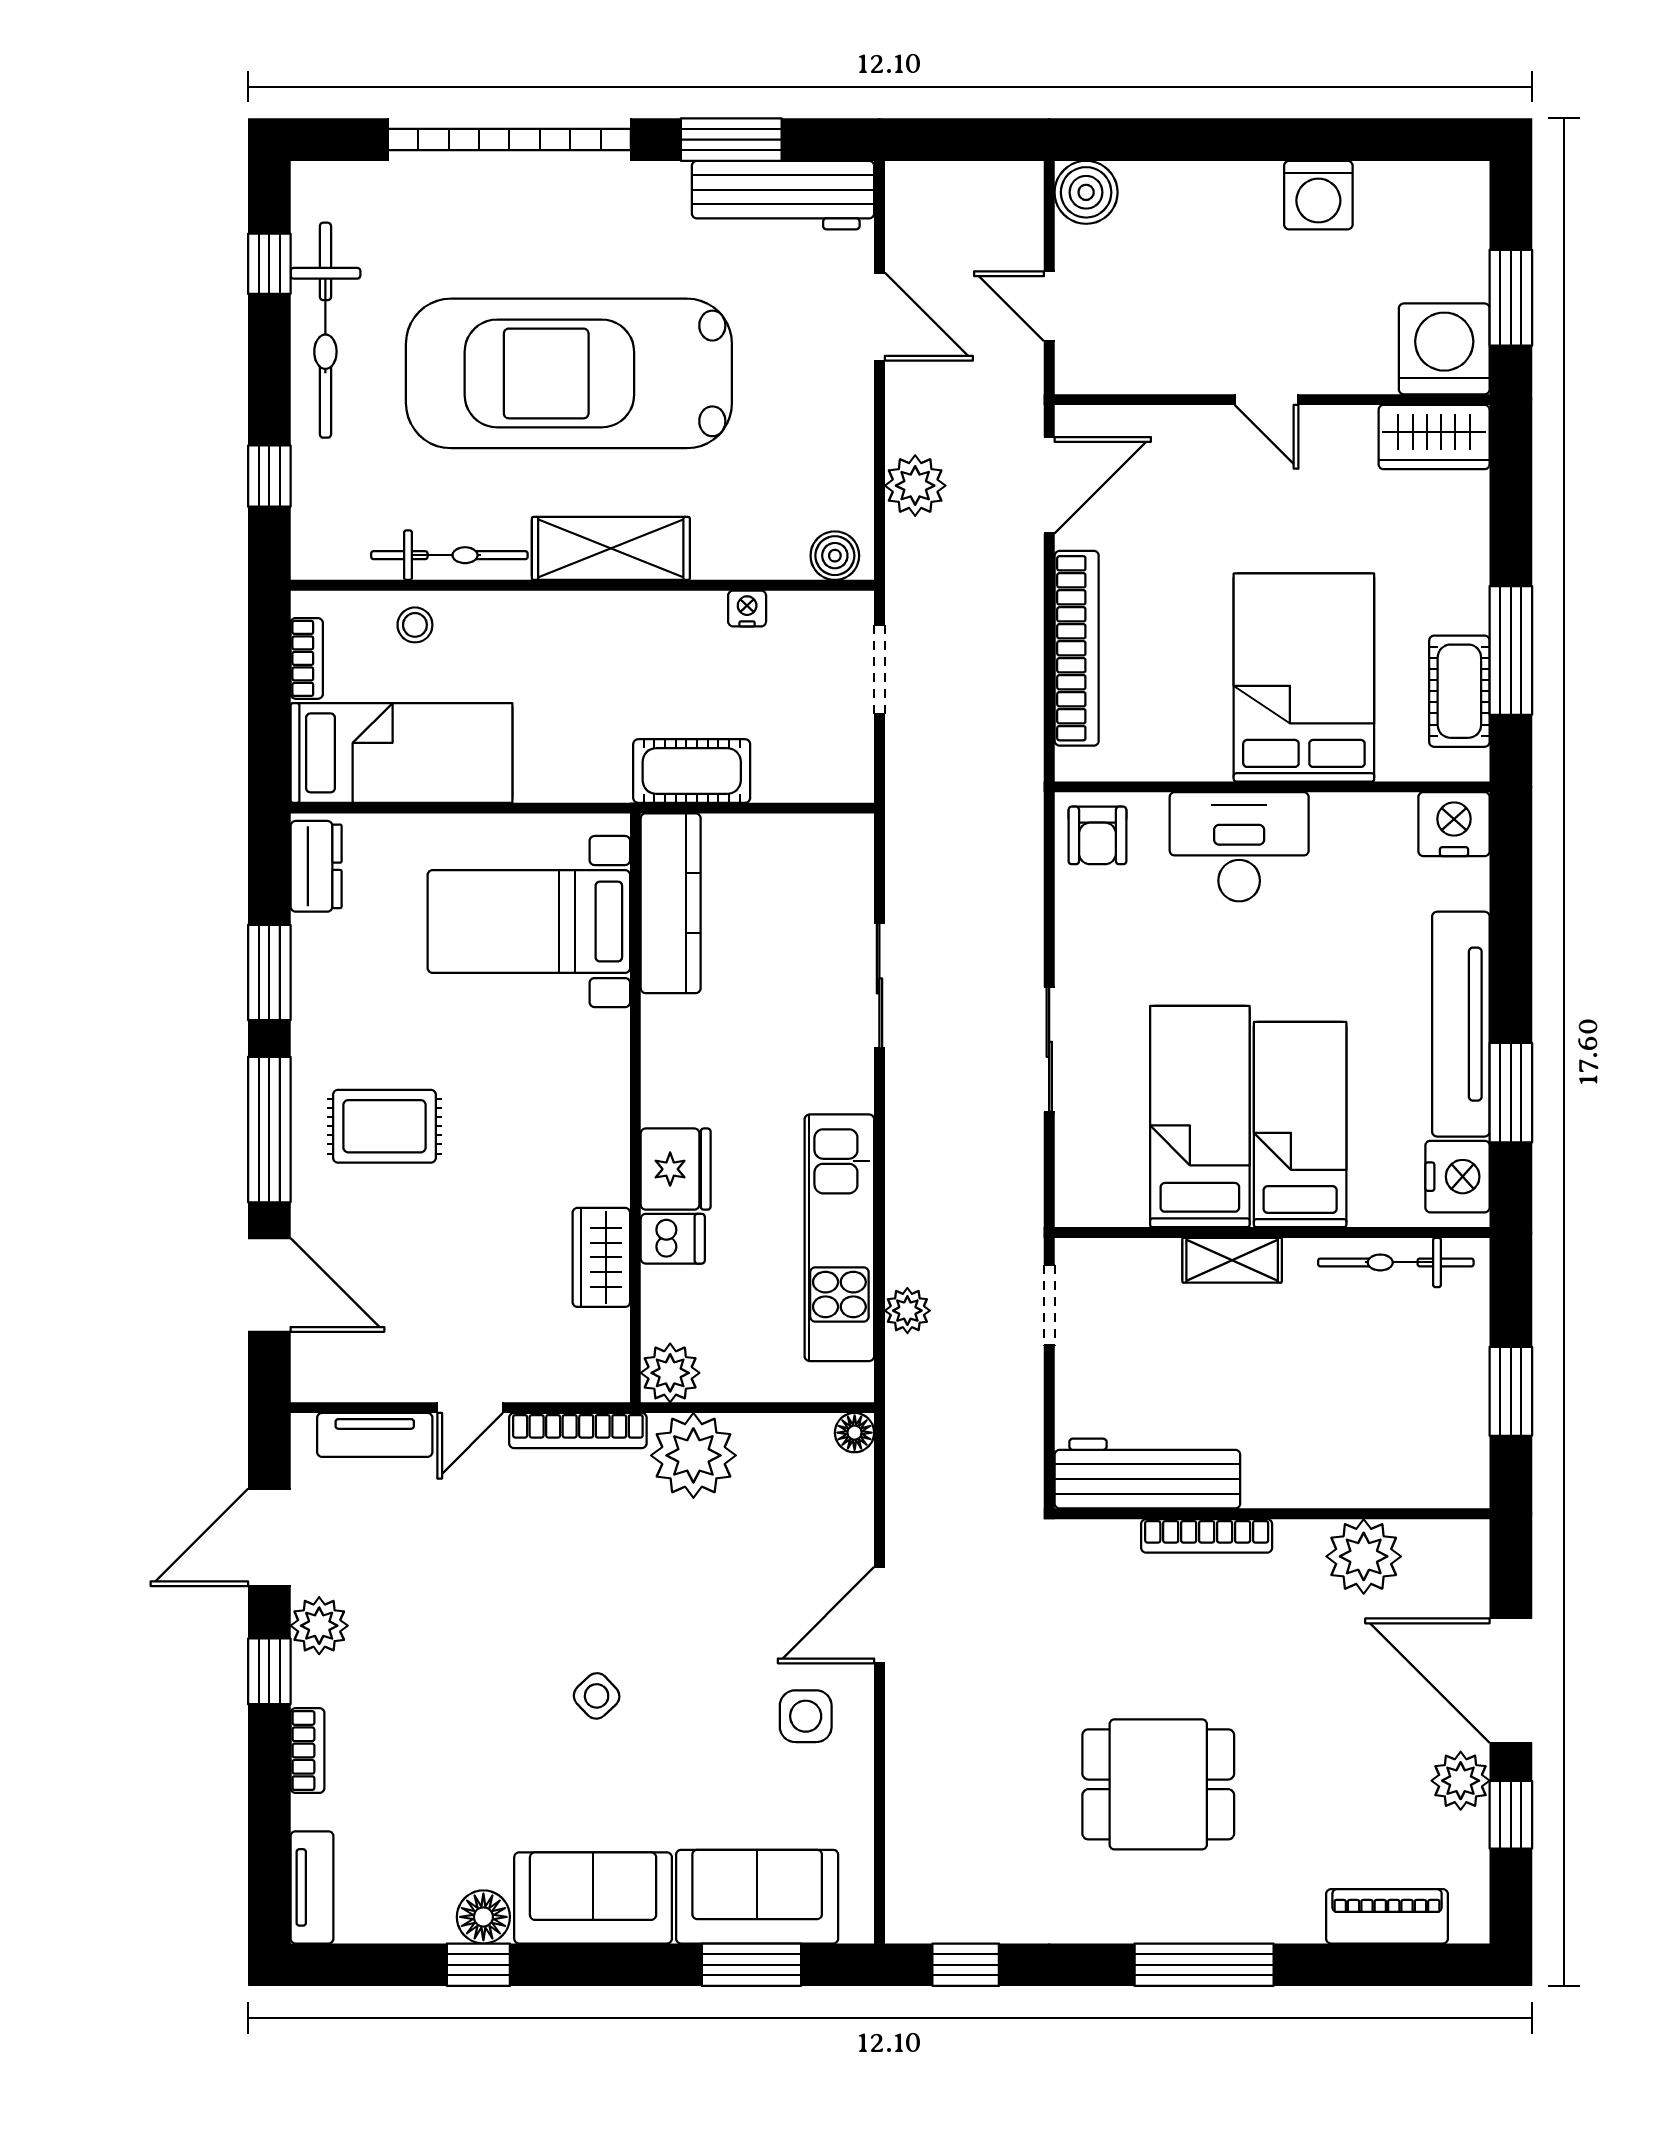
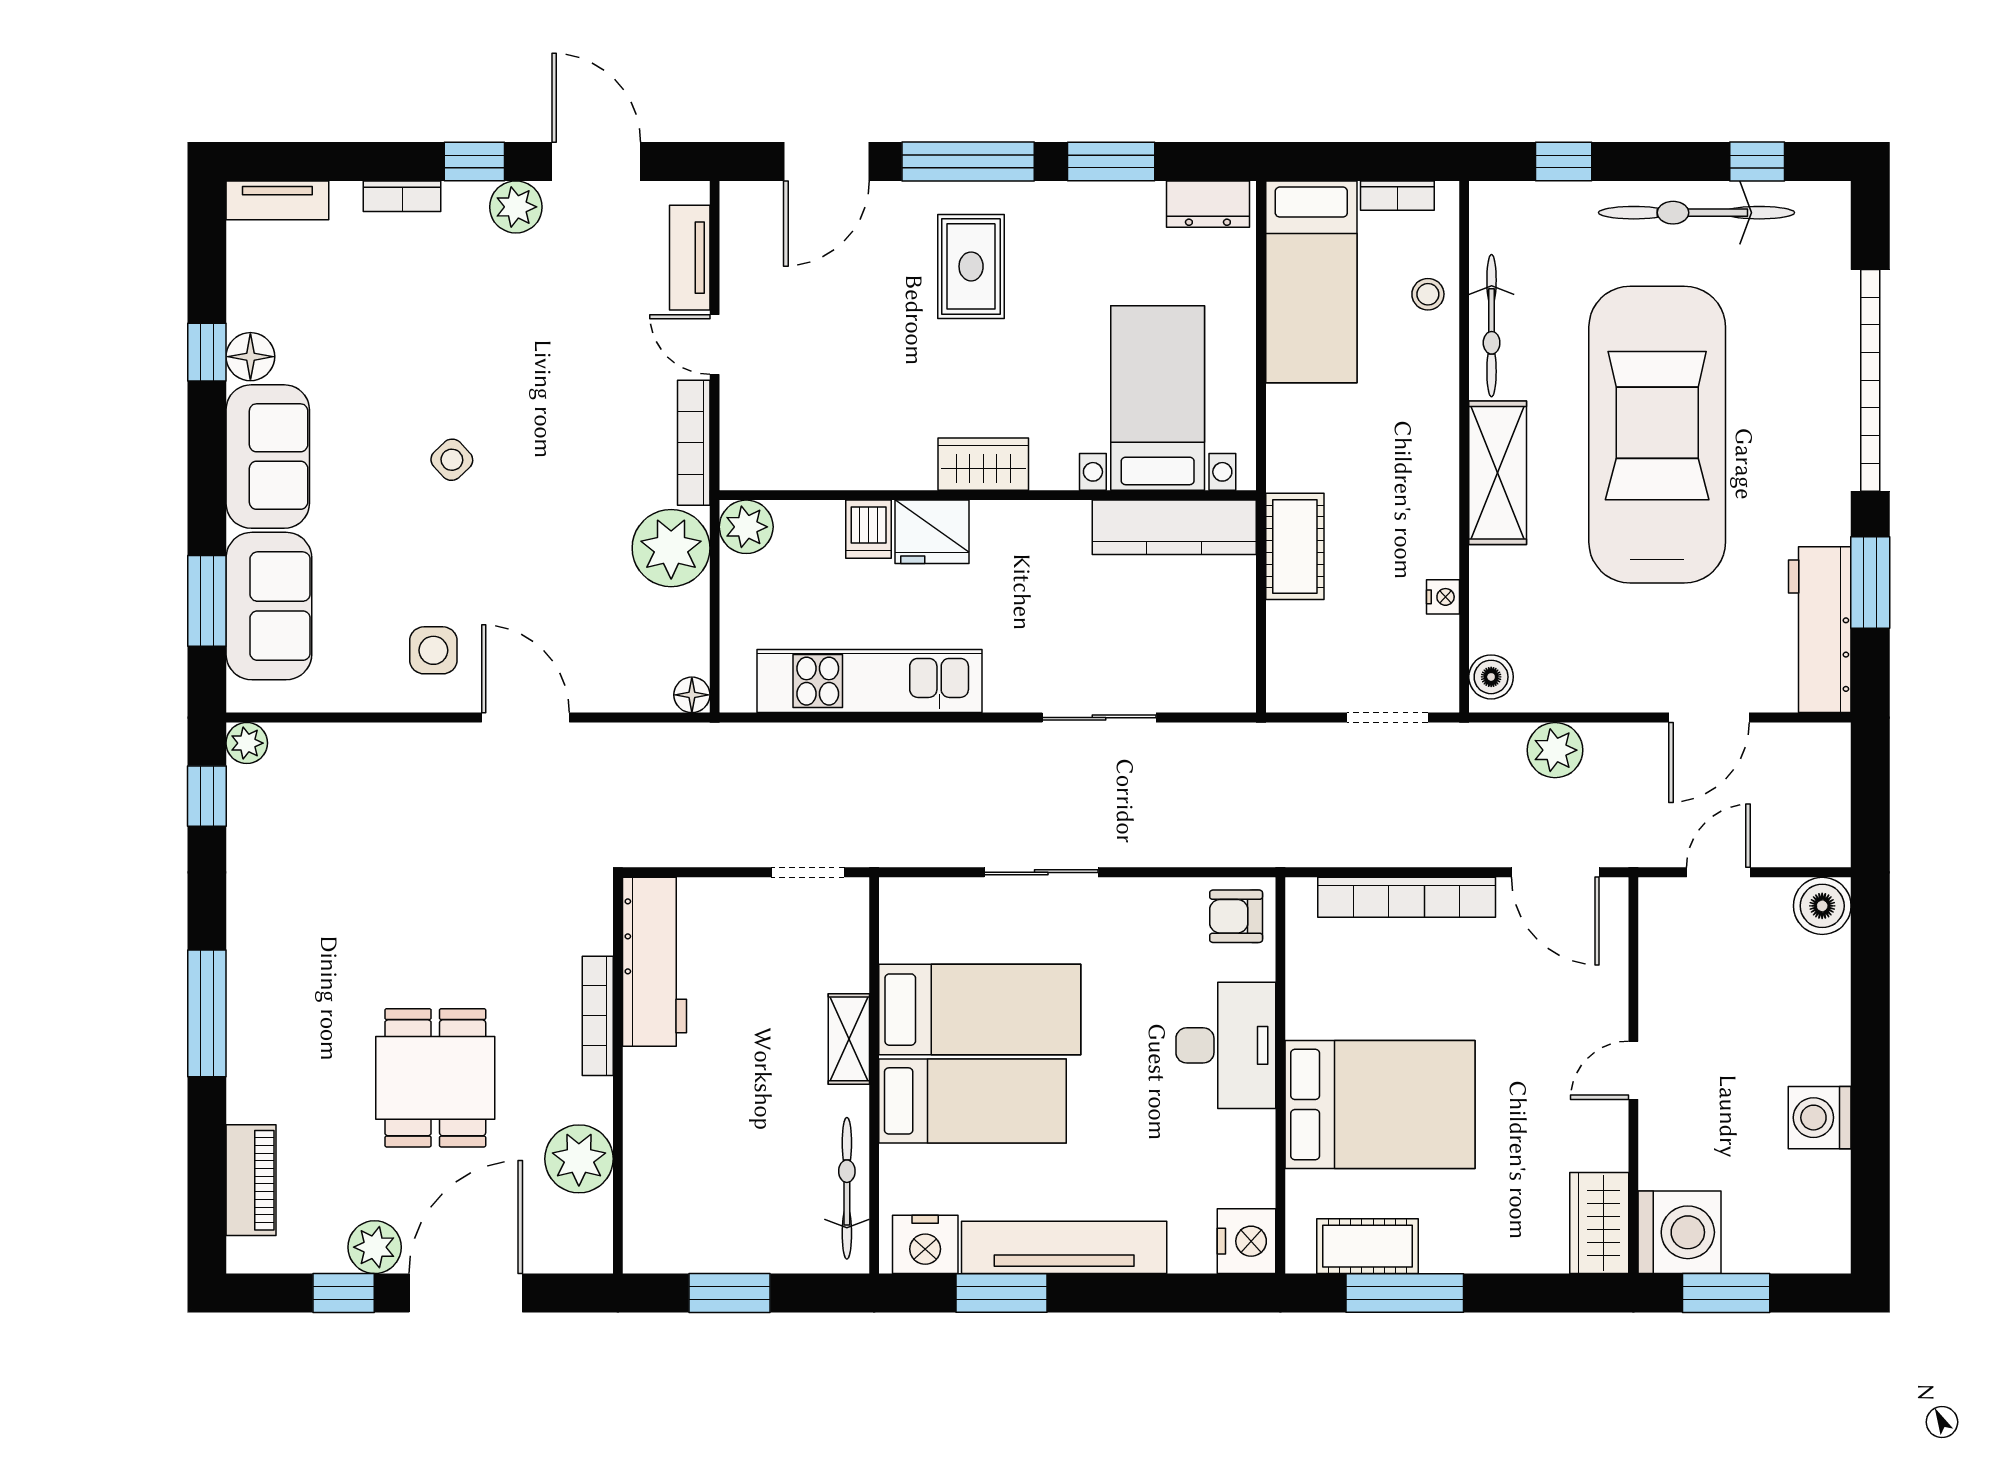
wardrobe: (601, 1257) -> (983, 464), moved
plant: (907, 1311) -> (247, 743), moved
dining table: (1158, 1784) -> (435, 1078), moved

